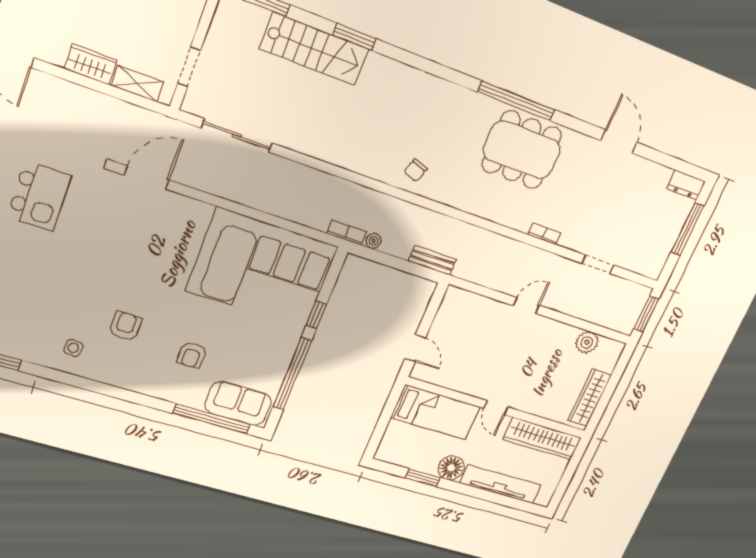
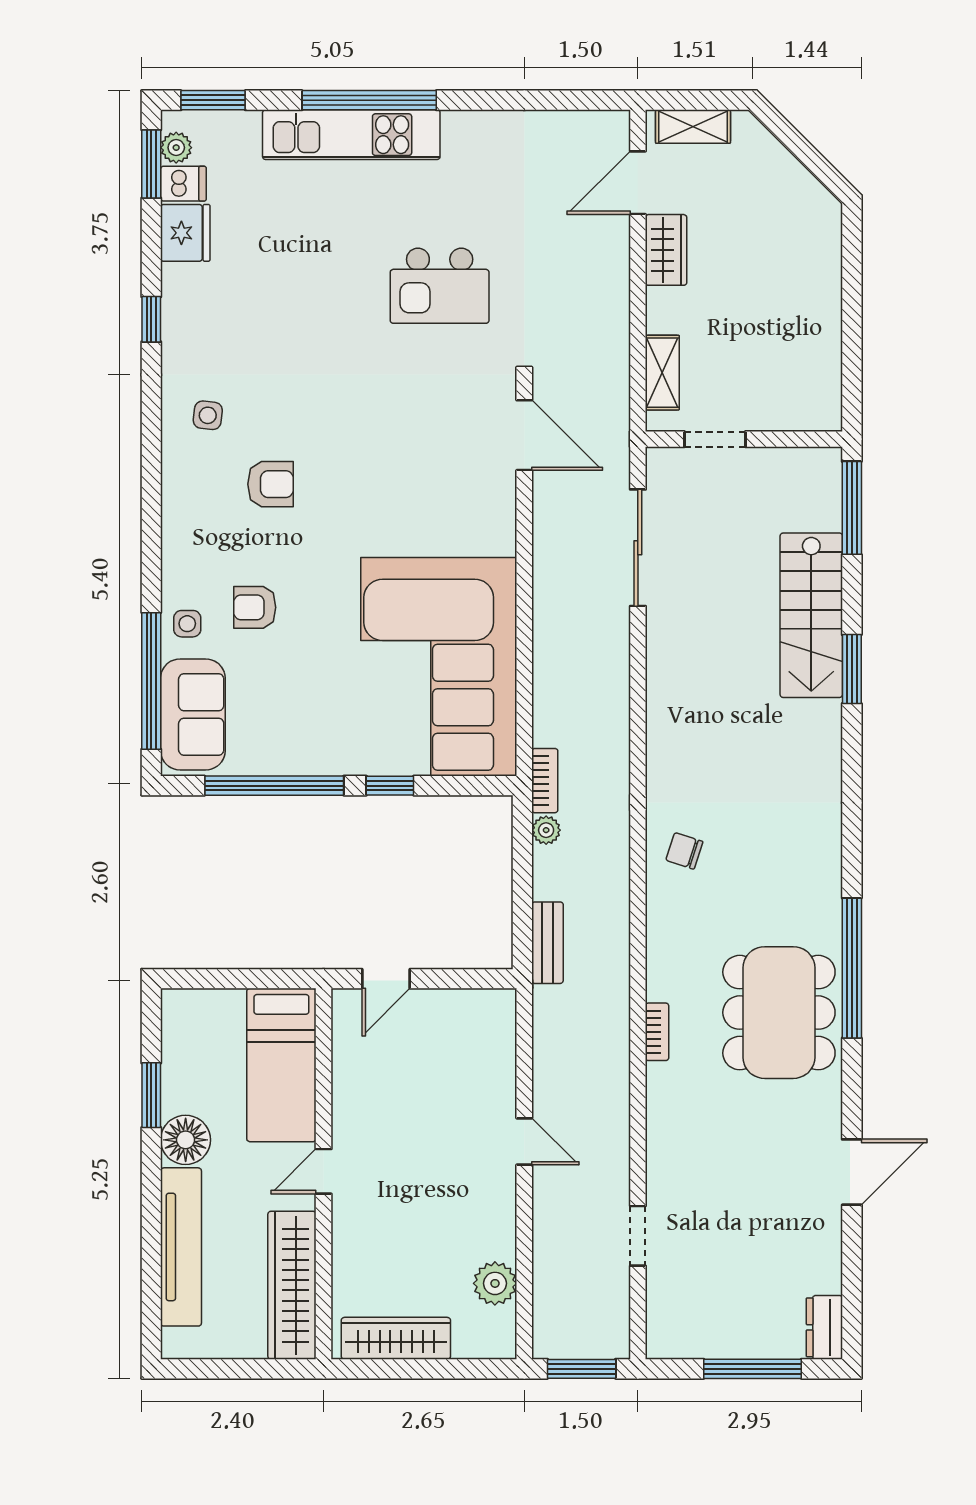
wardrobe: (91, 64) -> (666, 250), moved
bookcase: (545, 234) -> (657, 1032), moved
side table: (188, 392) -> (187, 624), added

